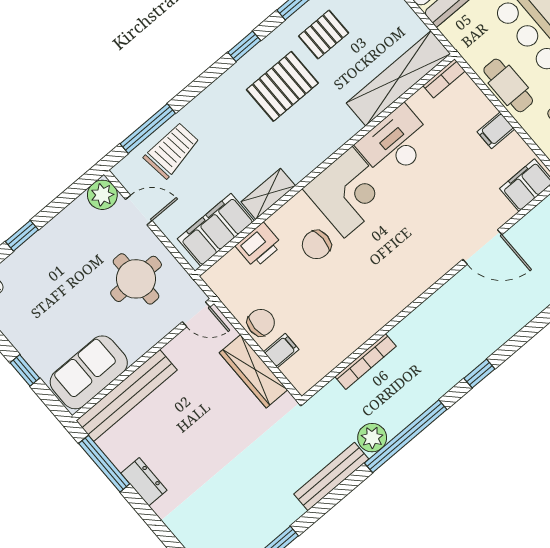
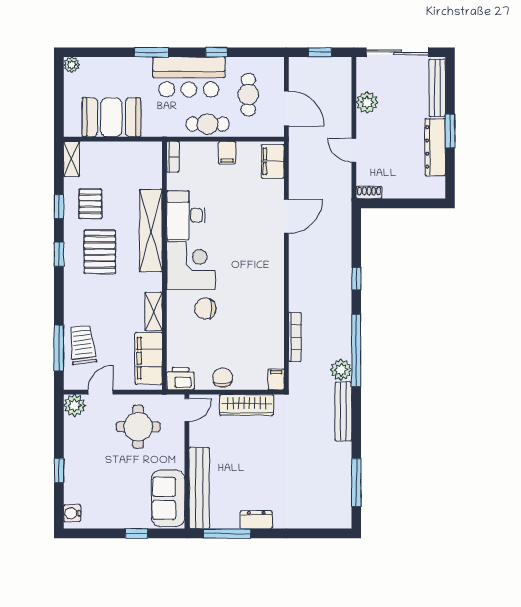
shelving: (398, 78) -> (151, 231), moved
printer: (259, 245) -> (180, 379), moved, turned -90
chair: (317, 245) -> (205, 309), turned 90
filing cabinet: (281, 351) -> (276, 379), moved

